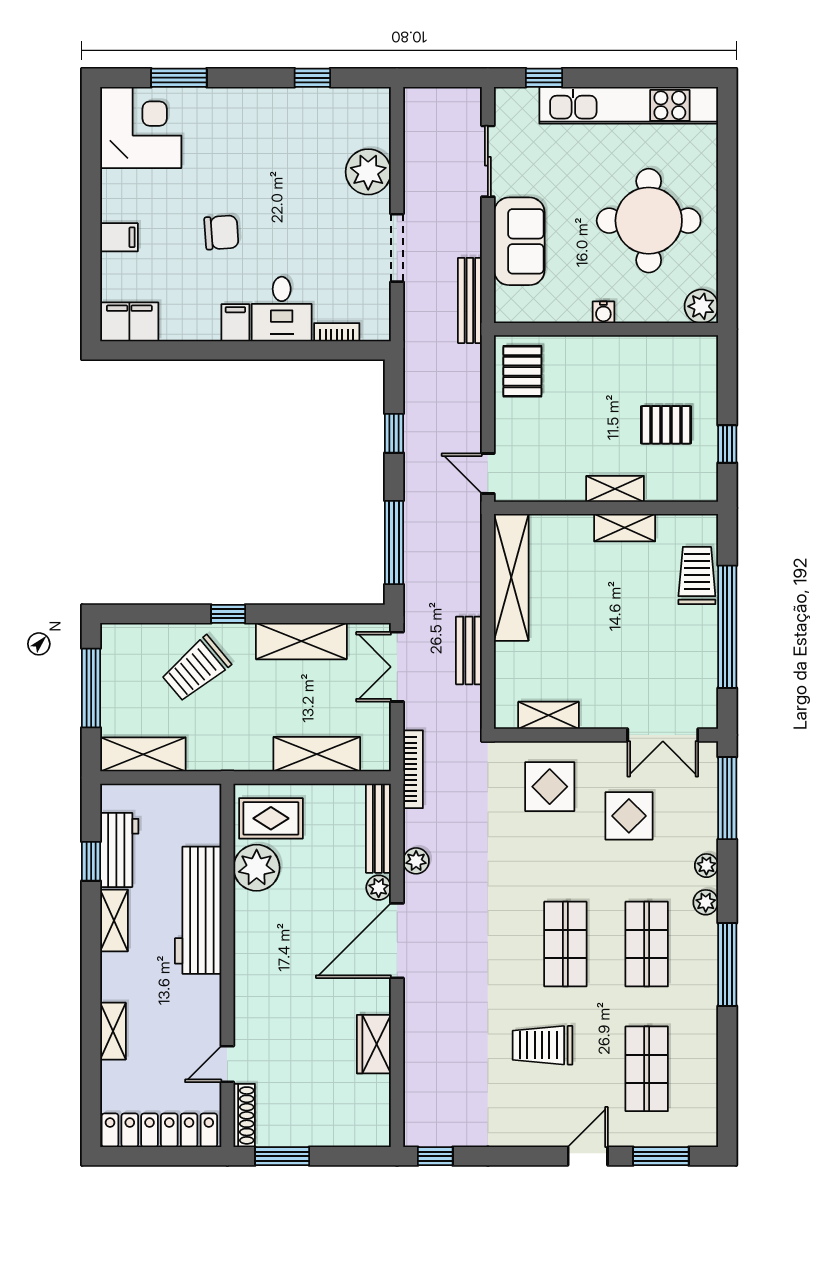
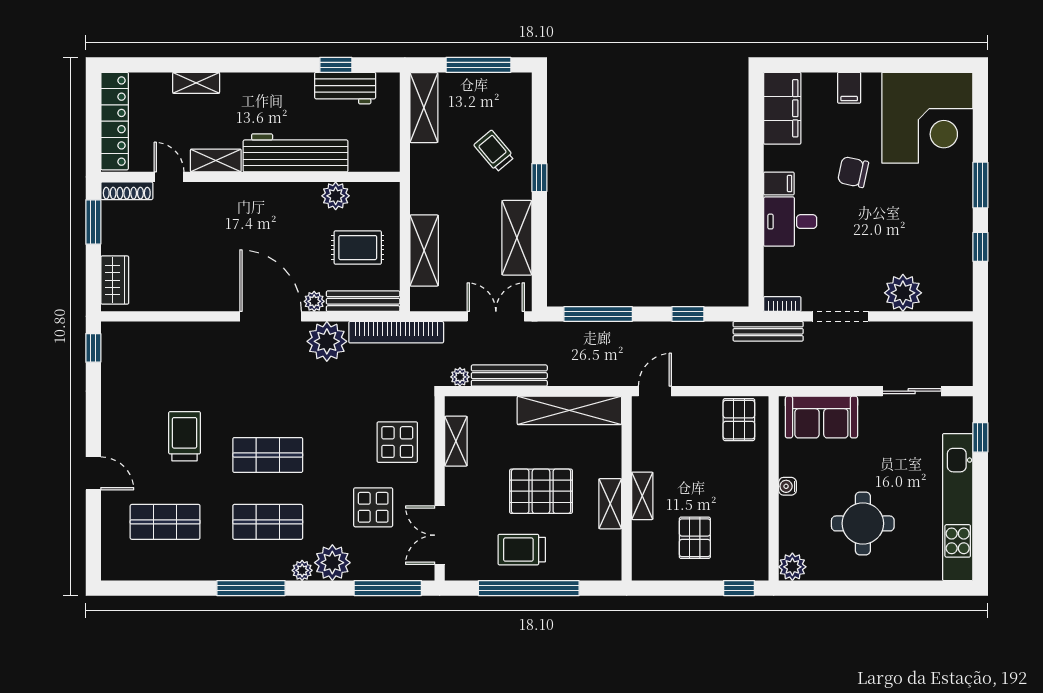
window: (179, 78) -> (980, 185), moved
corner desk: (141, 127) -> (927, 118), width x1.36, depth x1.36
round table: (649, 221) -> (863, 523), width x0.73, depth x0.73
chair: (221, 232) -> (853, 172), turned 106
sofa: (519, 241) -> (821, 417), moved
bench: (470, 300) -> (768, 331), moved
filing cabinet: (129, 322) -> (782, 108), width x1.50, depth x1.17
bookcase: (337, 332) -> (782, 304), moved, turned -90
pallet: (522, 371) -> (739, 420), turned 90
window: (727, 444) -> (739, 588), moved
trolley: (697, 576) -> (522, 550), moved, turned 180
pallet: (609, 612) -> (541, 491), added
bench: (469, 650) -> (509, 376), width x1.36
trolley: (196, 669) -> (494, 151), width x0.73, depth x0.72
plant: (470, 710) -> (460, 377), added
bookcase: (413, 769) -> (396, 332), width x1.48, depth x1.31
rug: (271, 818) -> (358, 248), moved, turned 90
plant: (416, 861) -> (327, 341), width x1.88, depth x1.88
plant: (706, 866) -> (332, 563), width x1.87, depth x1.87
plant: (257, 868) -> (336, 196), width x0.73, depth x0.73
shelving: (114, 920) -> (216, 161), moved
wardrobe: (374, 1044) -> (115, 280), moved, turned 90
window: (661, 1156) -> (93, 533), removed

